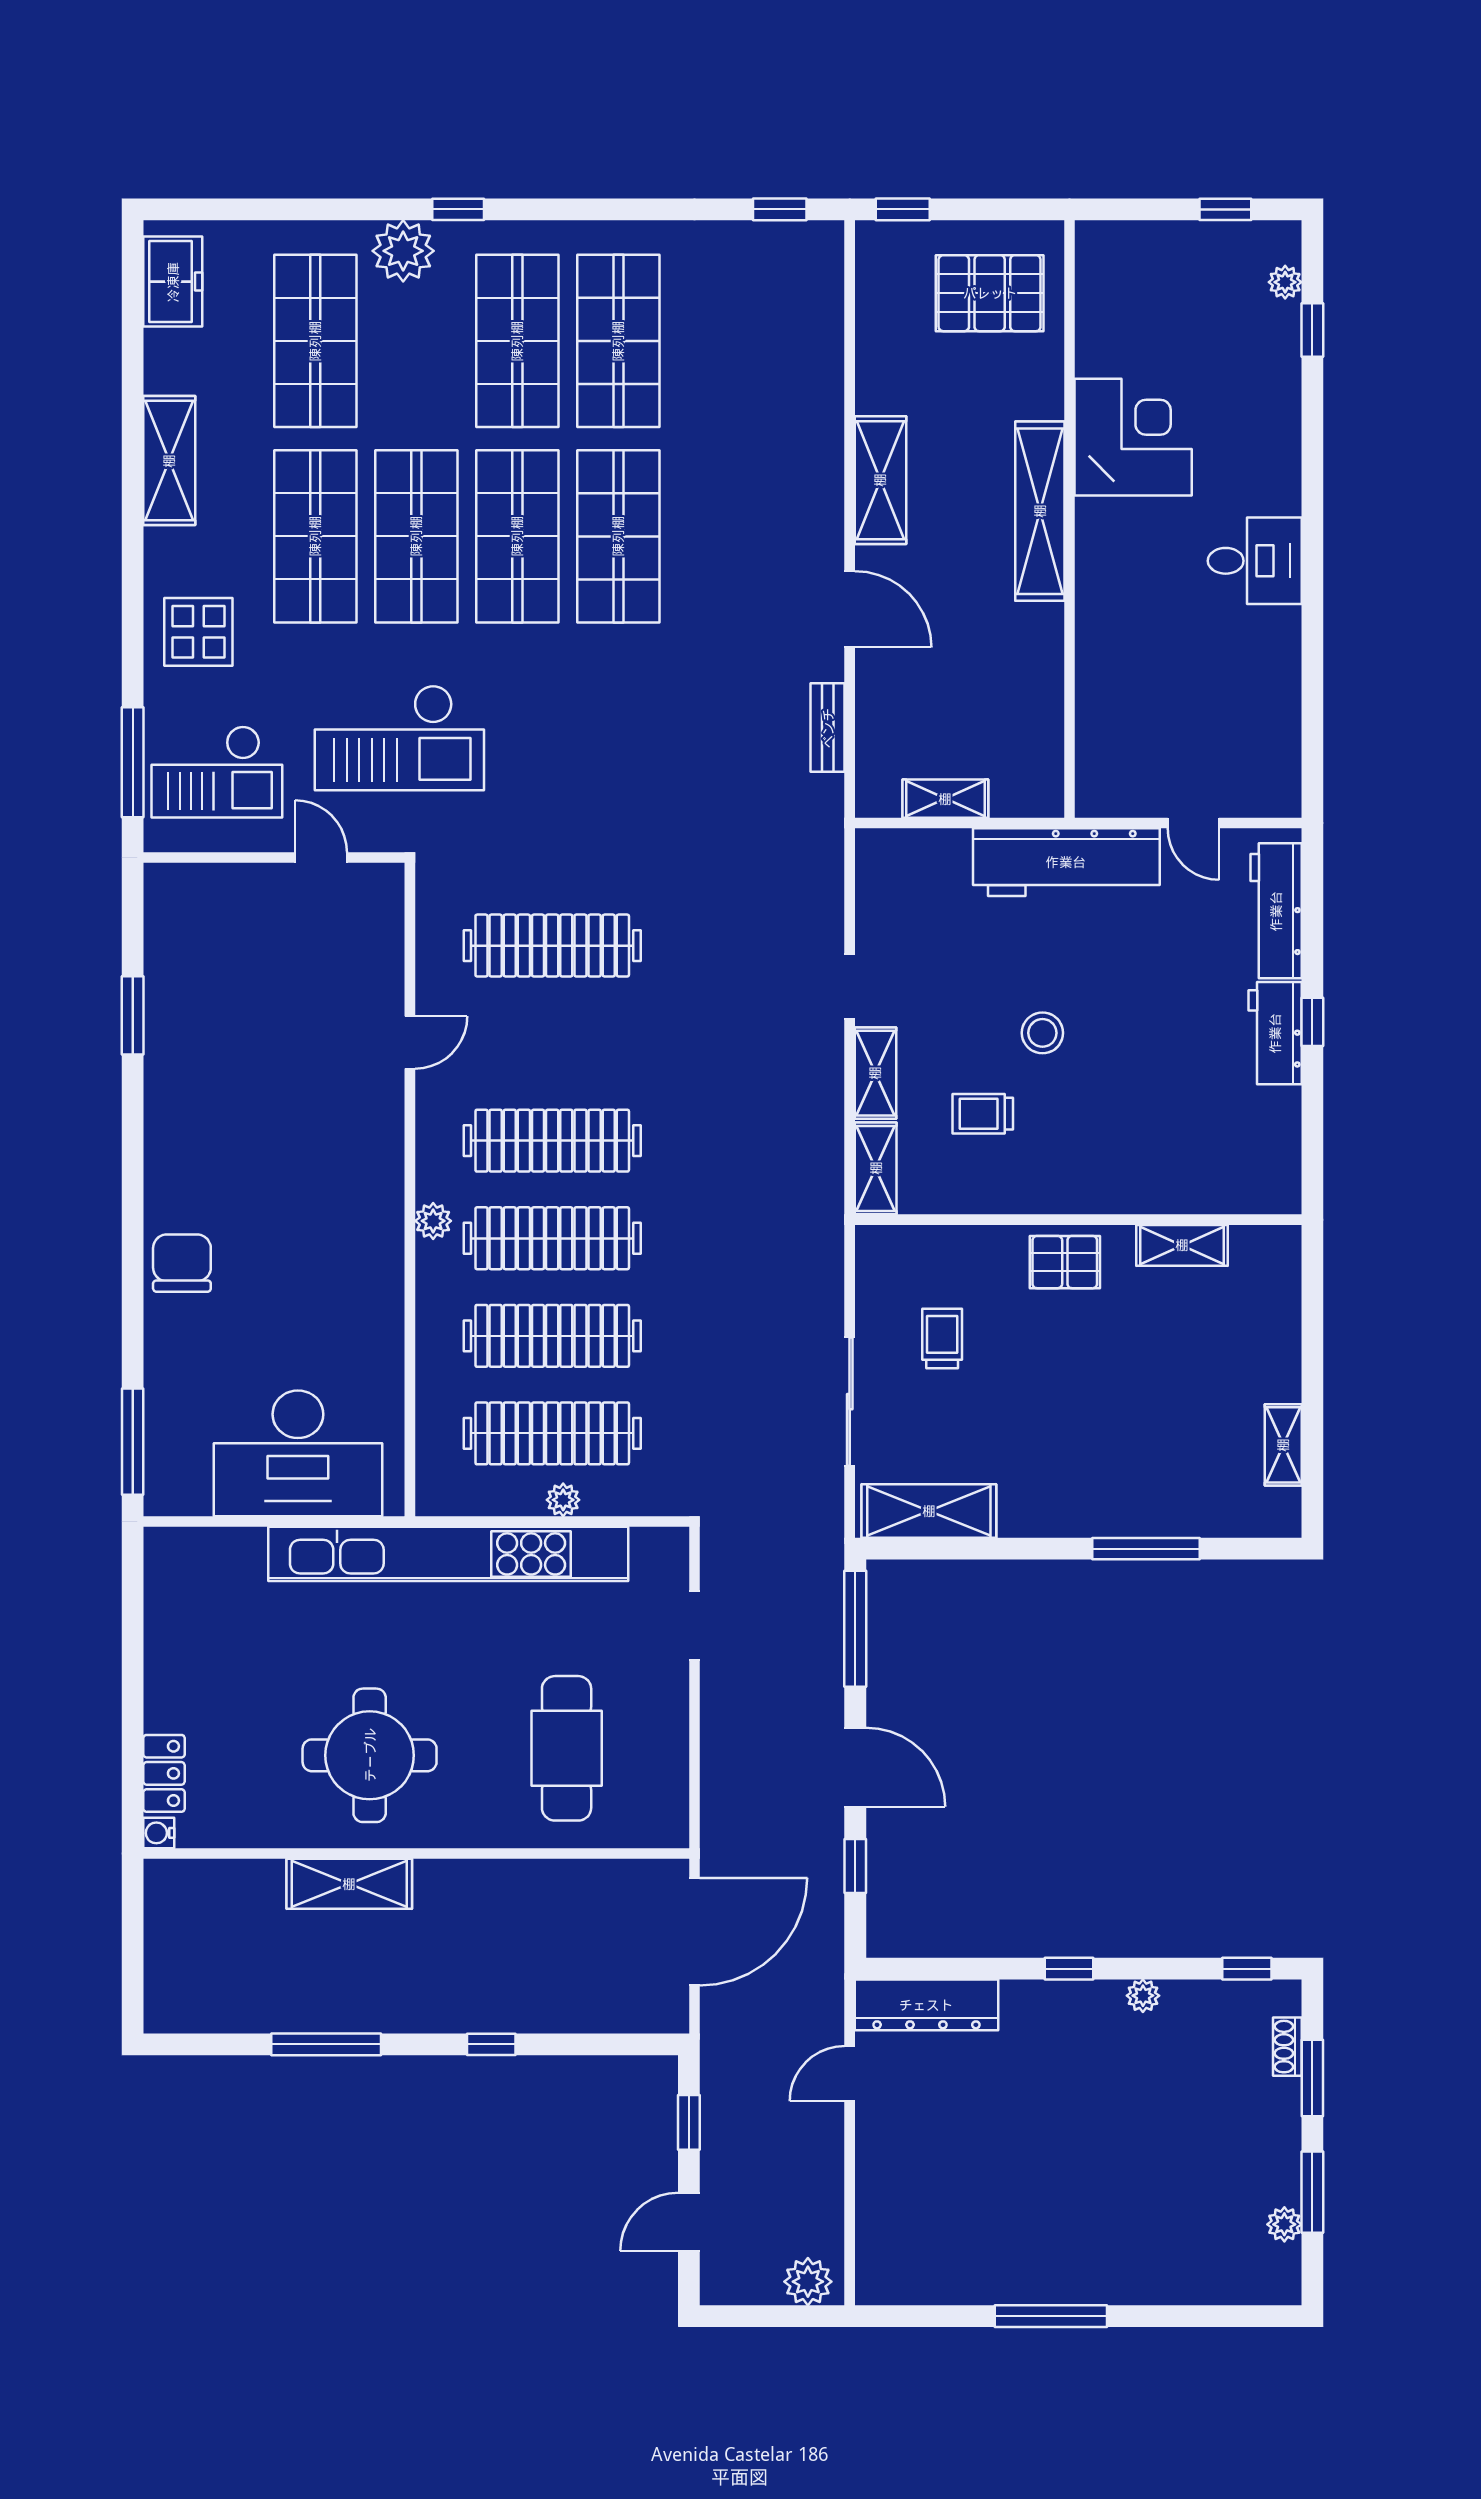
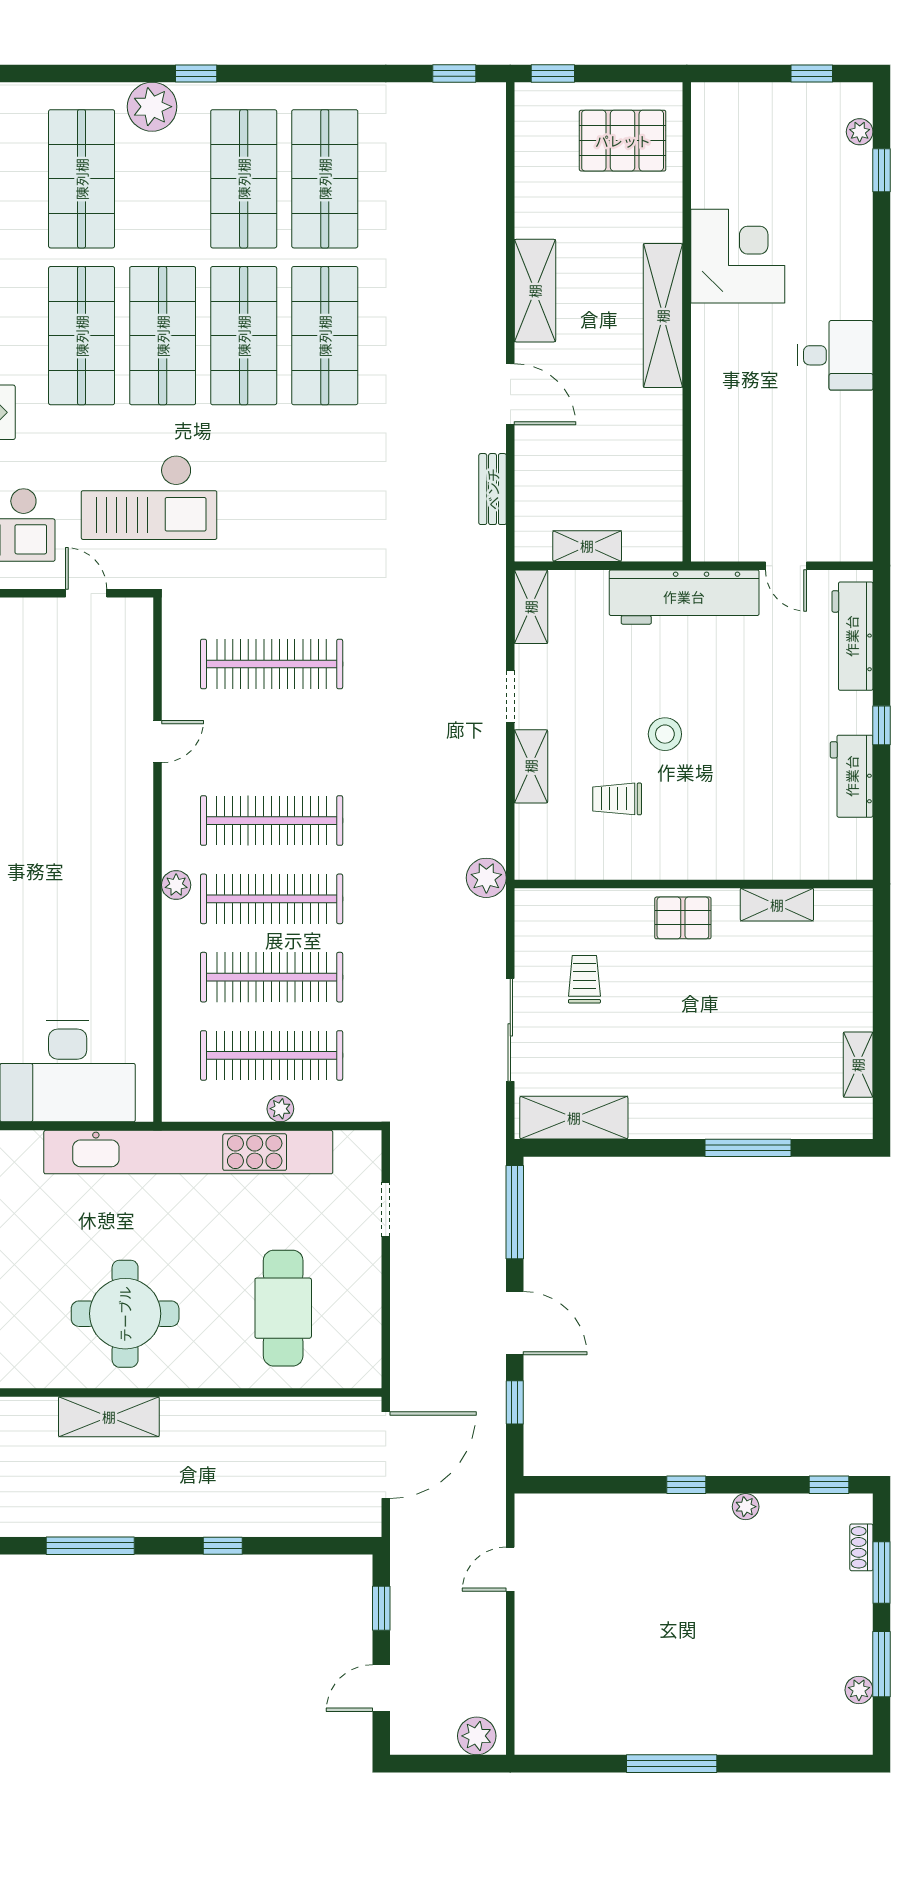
workbench: (1275, 1033) -> (852, 776), moved
shelving: (876, 1168) -> (531, 607), moved
plant: (820, 1212) -> (486, 878), added
dresser: (926, 2005) -> (572, 1514), removed

